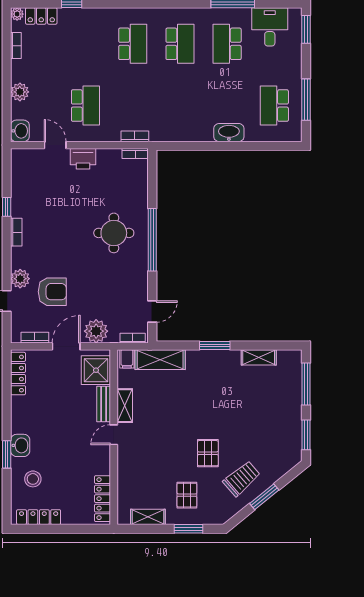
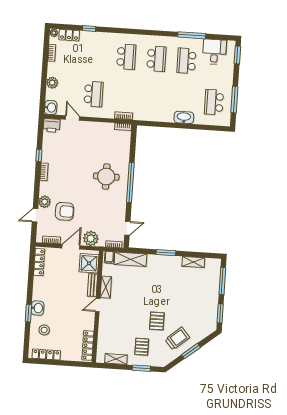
printer: (83, 159) -> (52, 125), moved

